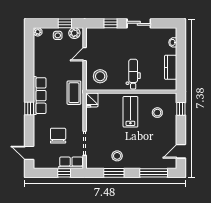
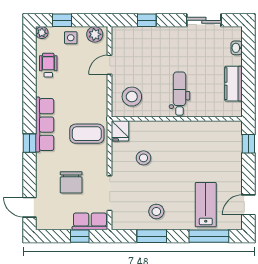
window: (65, 23) -> (62, 20), moved
sliding door: (139, 23) -> (204, 20), moved
wheelchair: (42, 54) -> (48, 65), added
coffee table: (74, 93) -> (87, 134), moved, turned 90
lab bench: (130, 112) -> (206, 205), moved
stool: (157, 113) -> (143, 158), moved
chair: (58, 136) -> (71, 182), turned 180

